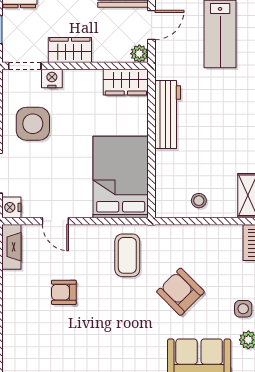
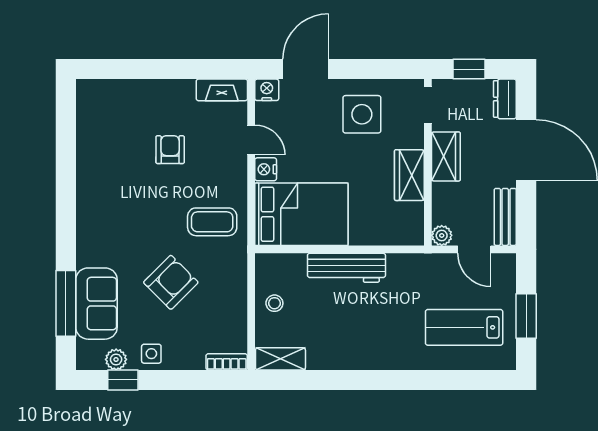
nightstand: (52, 78) -> (266, 169), moved, turned 180
wardrobe: (126, 82) -> (409, 175), moved
workbench: (168, 114) -> (346, 268), moved
door: (55, 221) -> (251, 140), swing flipped

